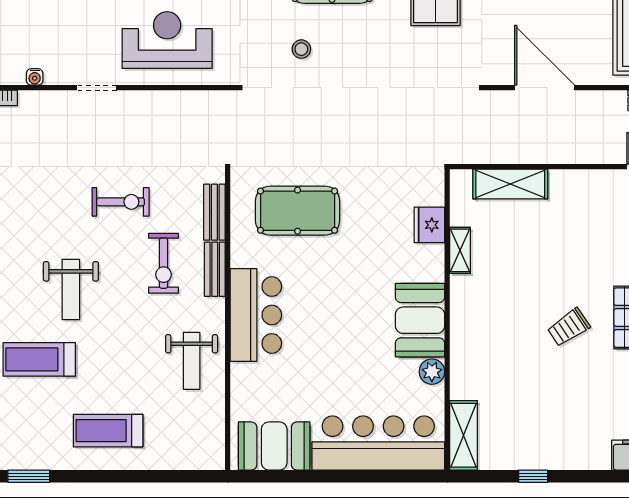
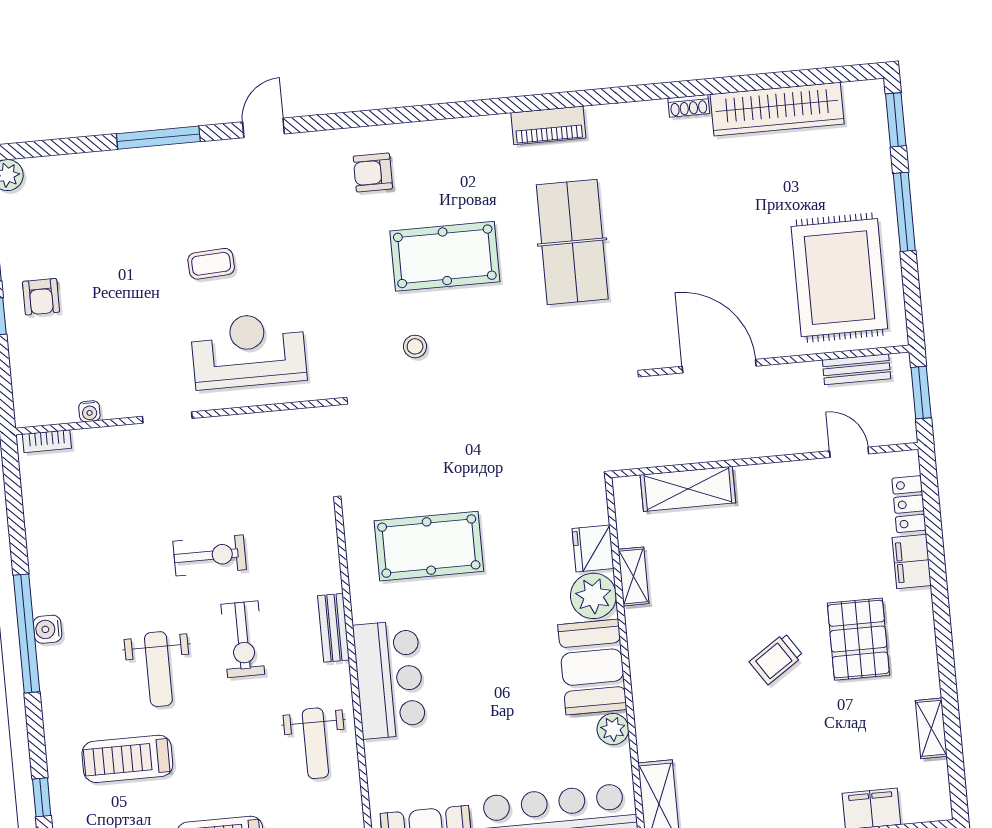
bench: (214, 212) -> (327, 557), removed
exercise bike: (164, 263) -> (243, 639), moved
plant: (426, 263) -> (593, 596), added

